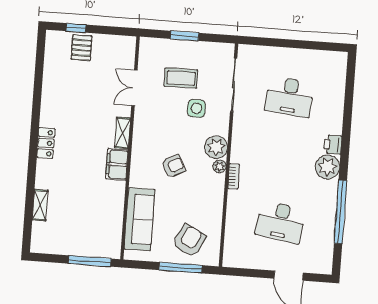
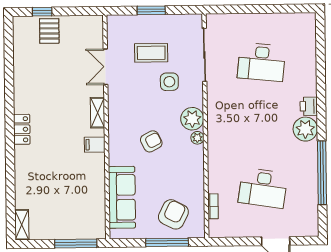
filing cabinet: (117, 164) -> (95, 145), width x0.50
bookcase: (234, 176) -> (213, 206), moved
shelving: (40, 205) -> (22, 225), moved

